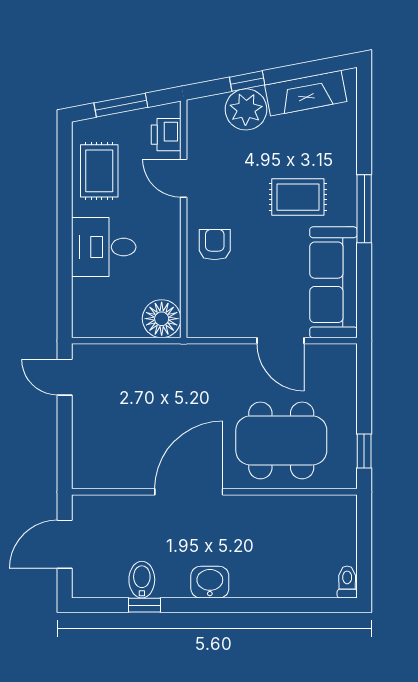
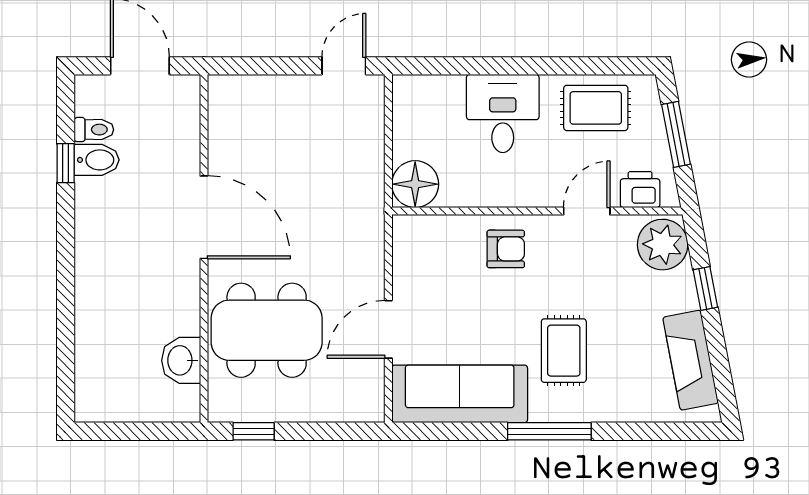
plant: (246, 109) -> (663, 245), moved
dining table: (281, 440) -> (267, 330), turned 90
washbasin: (210, 582) -> (181, 360), moved, turned 180
toilet: (347, 582) -> (94, 130), moved

